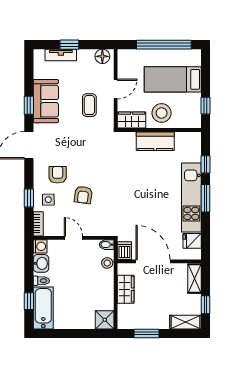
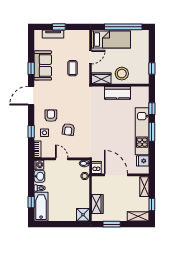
floor lamp: (102, 56) -> (81, 35), removed
bed: (173, 79) -> (111, 40), moved, turned 180
wardrobe: (126, 289) -> (97, 204), moved

